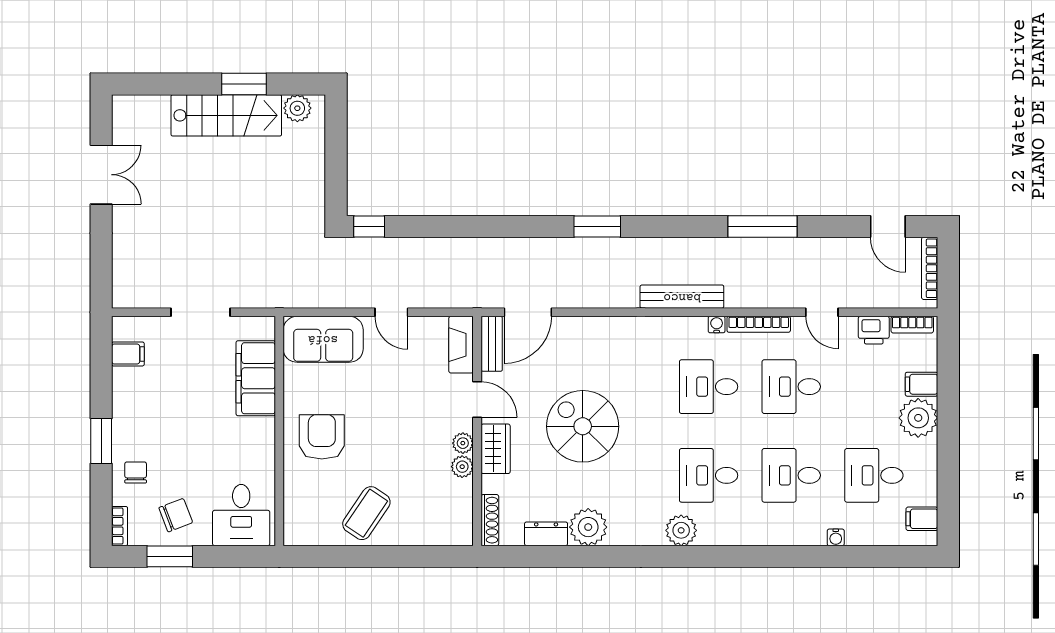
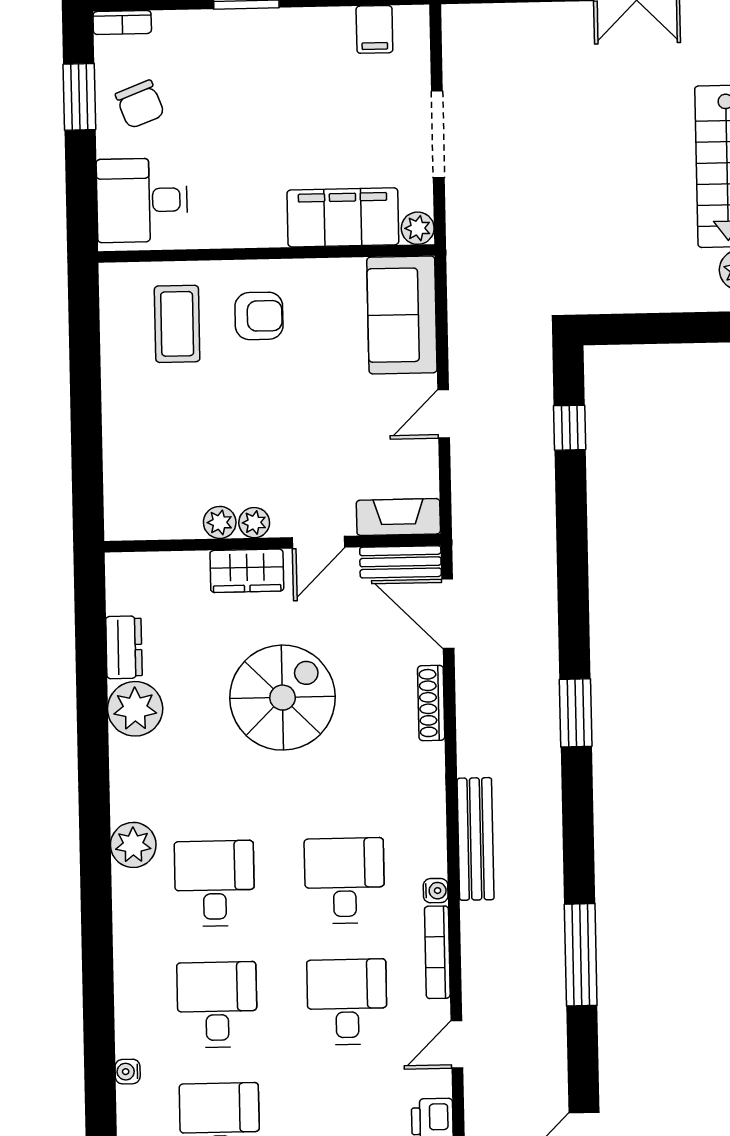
window: (369, 226) -> (570, 428), moved
plant: (264, 327) -> (418, 228), added
armchair: (322, 437) -> (259, 316), width x0.72, depth x0.72
chair: (136, 472) -> (201, 44), removed
coffee table: (366, 513) -> (177, 324), moved, turned 56
shoe rack: (490, 520) -> (431, 703), moved, turned 90

